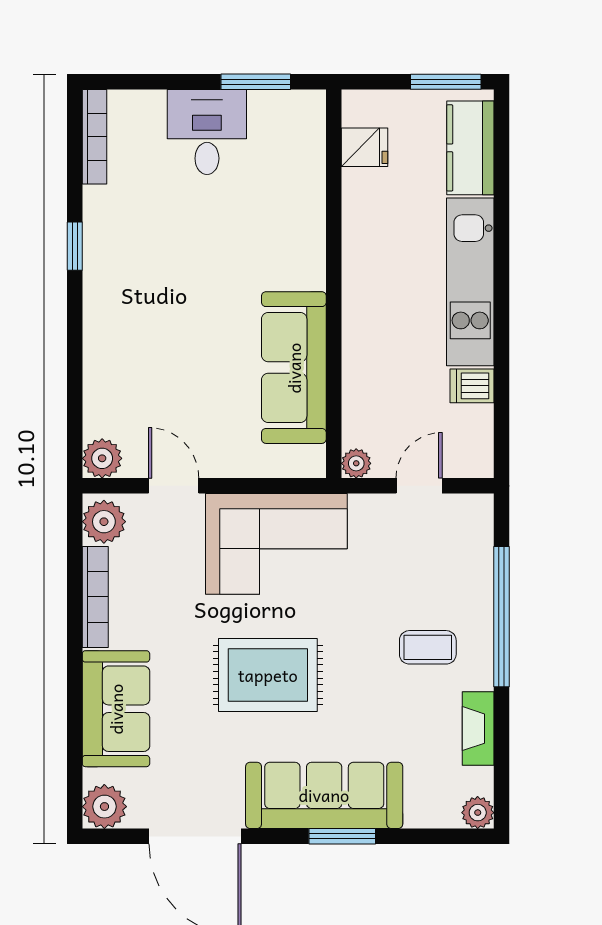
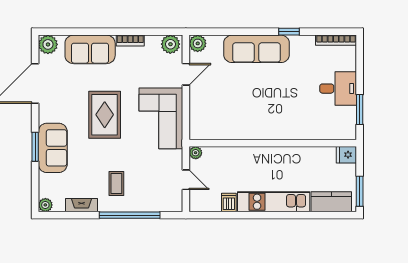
fridge: (365, 147) -> (346, 155), moved, turned 90
sofa: (294, 368) -> (257, 49), moved, turned 180
bookcase: (95, 597) -> (130, 40), width x0.64
sofa: (324, 795) -> (53, 148), width x0.73

